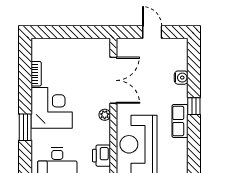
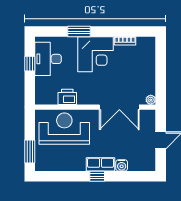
plant: (105, 115) -> (151, 100), moved
row of seats: (180, 121) -> (101, 164), moved
printer: (101, 156) -> (67, 97), moved

